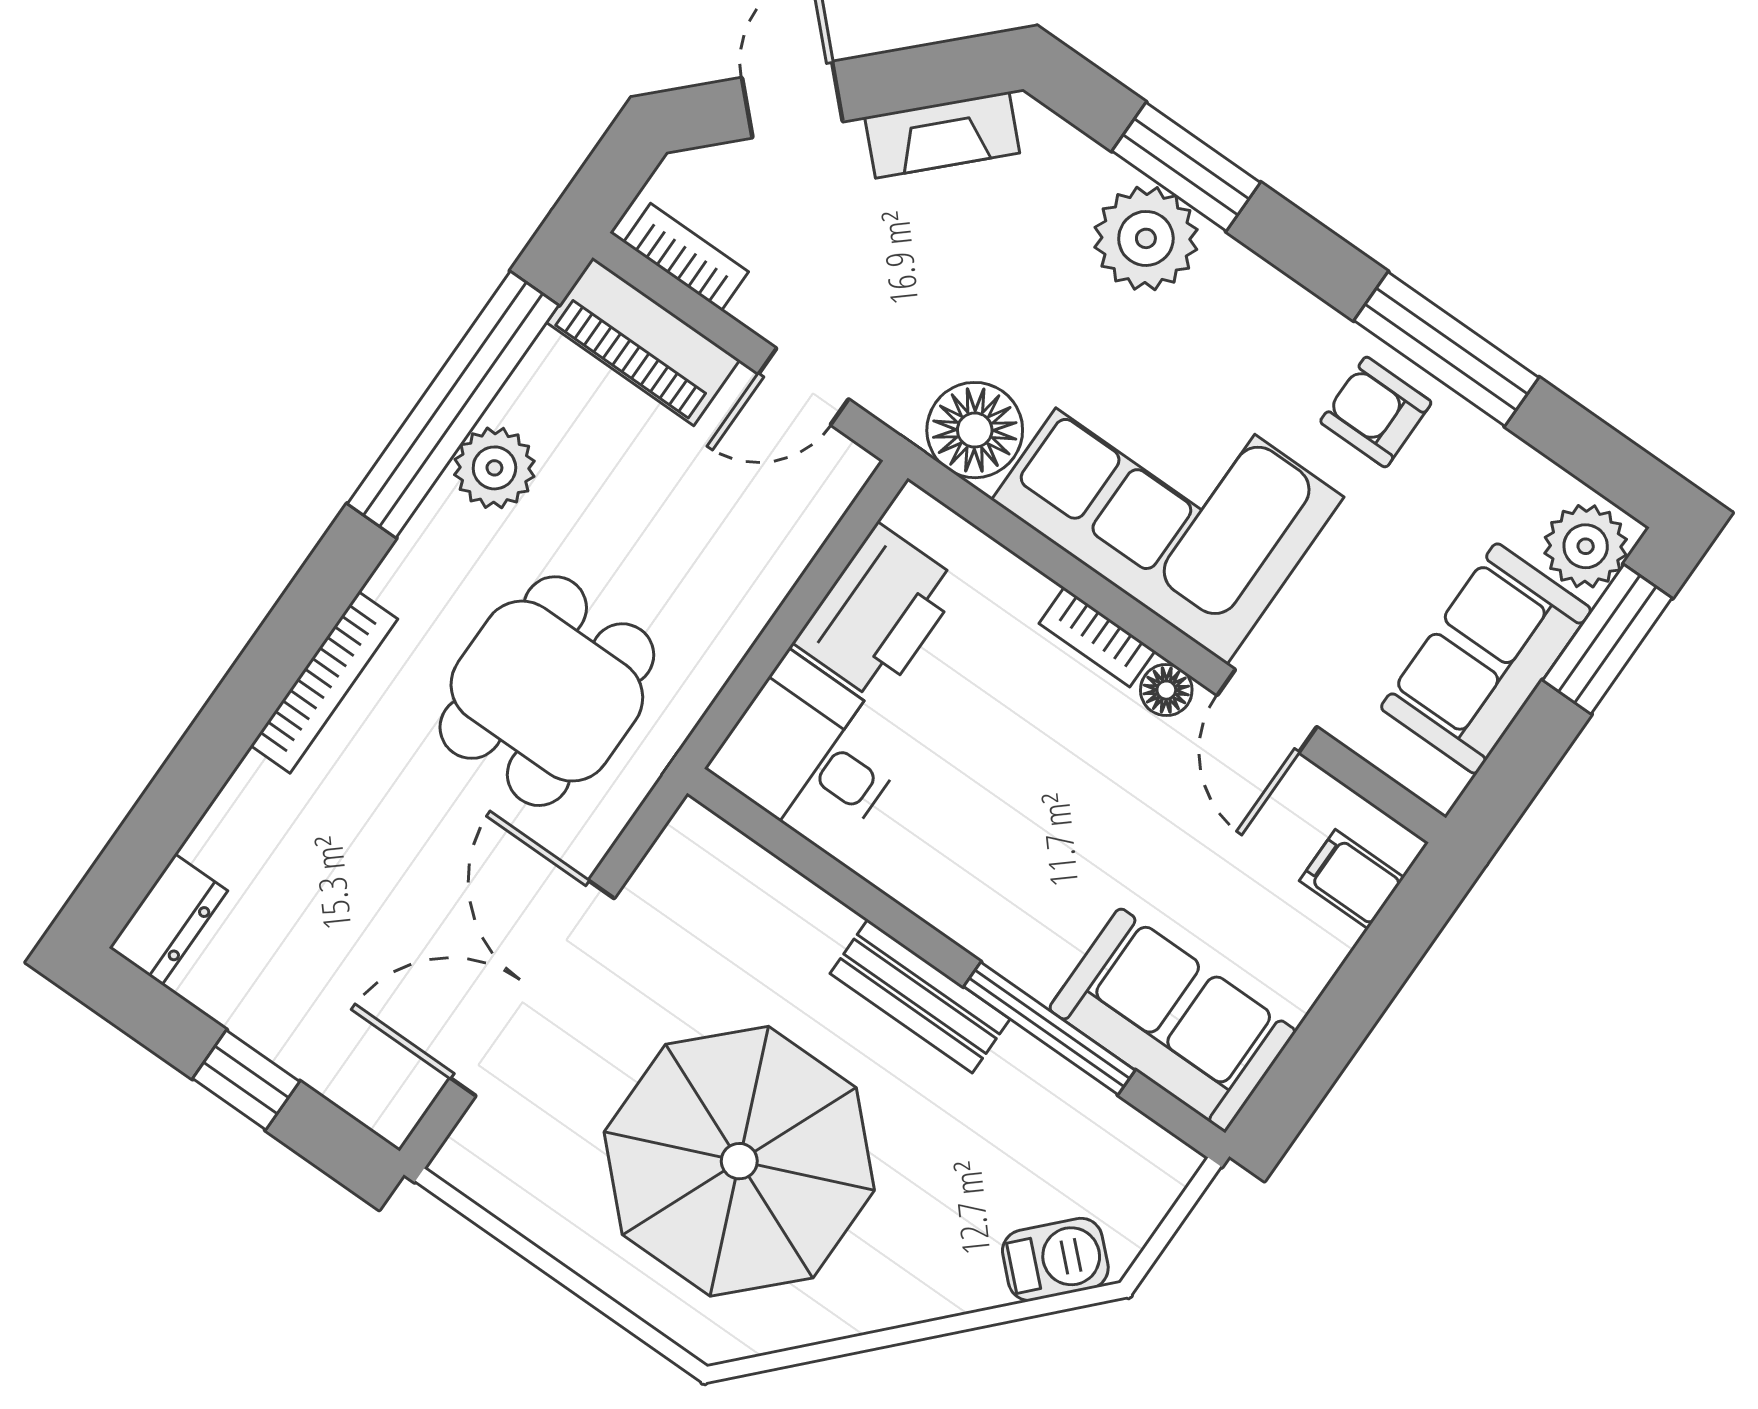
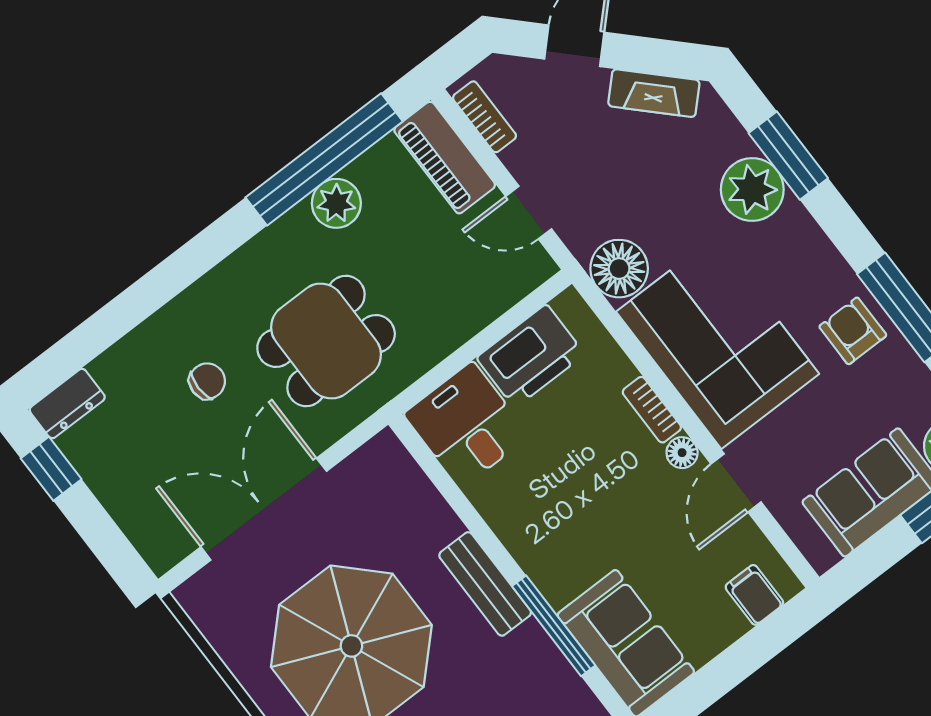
bookcase: (324, 682) -> (200, 296), removed
chair: (379, 814) -> (207, 381), added
window: (246, 1080) -> (51, 469), moved

